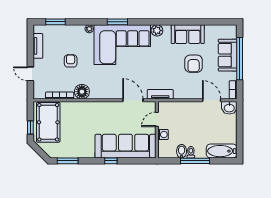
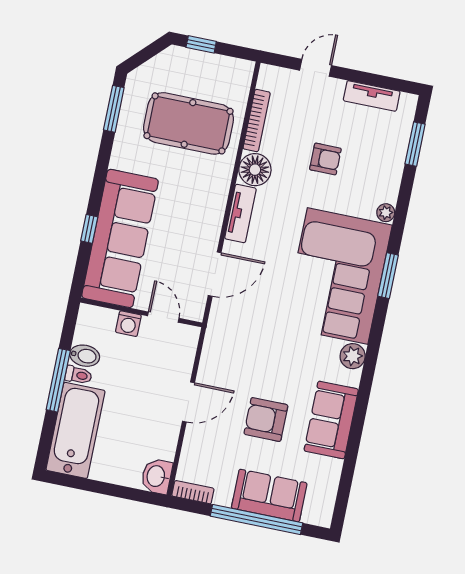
tv unit: (160, 94) -> (240, 213), moved
door: (212, 100) -> (188, 402), moved
pool table: (48, 122) -> (188, 123), moved
bathtub: (222, 151) -> (76, 430), width x1.36, depth x1.36
window: (111, 161) -> (89, 229), moved

